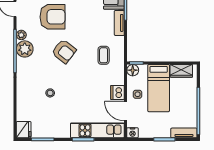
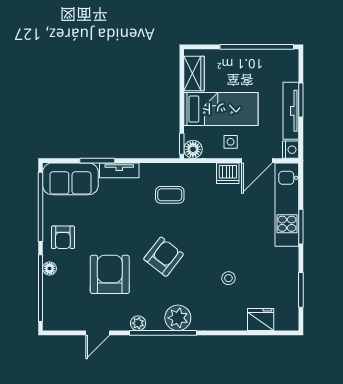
plant: (25, 49) -> (178, 318), moved
fridge: (24, 130) -> (261, 320), moved
tv unit: (184, 133) -> (291, 111), moved, width x1.41

